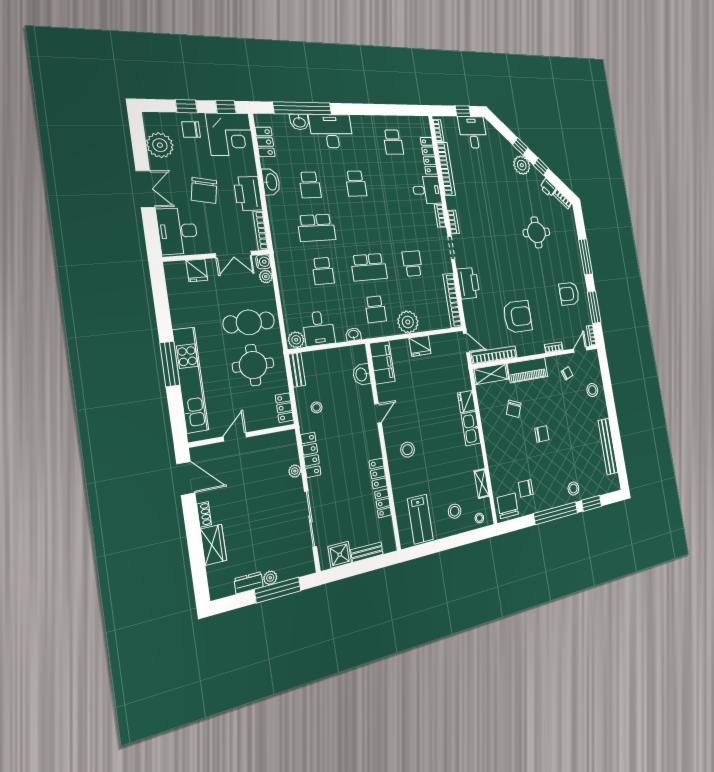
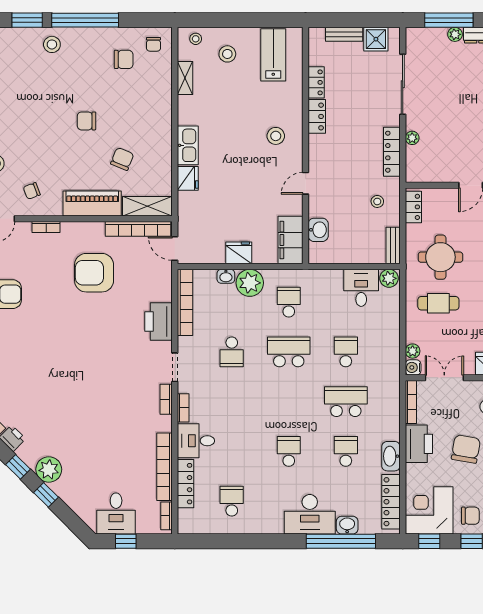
locker: (265, 142) -> (391, 502), width x1.53
round table: (536, 232) -> (43, 379), removed
cafe table: (249, 322) -> (438, 303), width x0.73, depth x0.74
washbasin: (353, 334) -> (226, 276), moved
chair: (508, 506) -> (153, 44), width x0.54, depth x0.54

